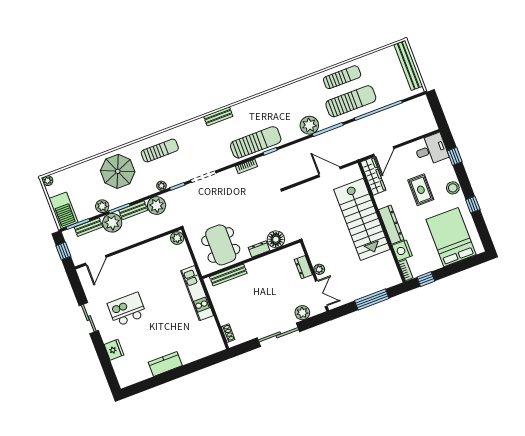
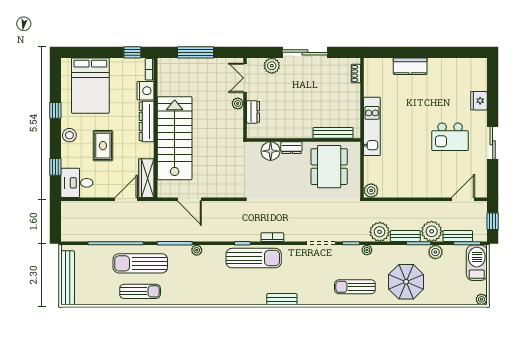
sun lounger: (342, 77) -> (140, 291), turned 180
plant: (309, 125) -> (197, 250), width x0.53, depth x0.53
sun lounger: (256, 142) -> (254, 258), turned 180
kitchen counter: (165, 364) -> (410, 66), moved

